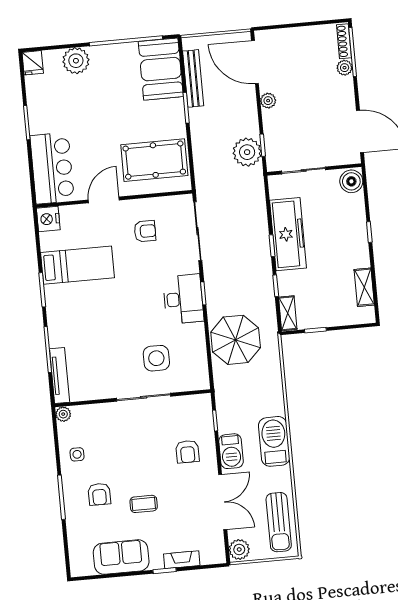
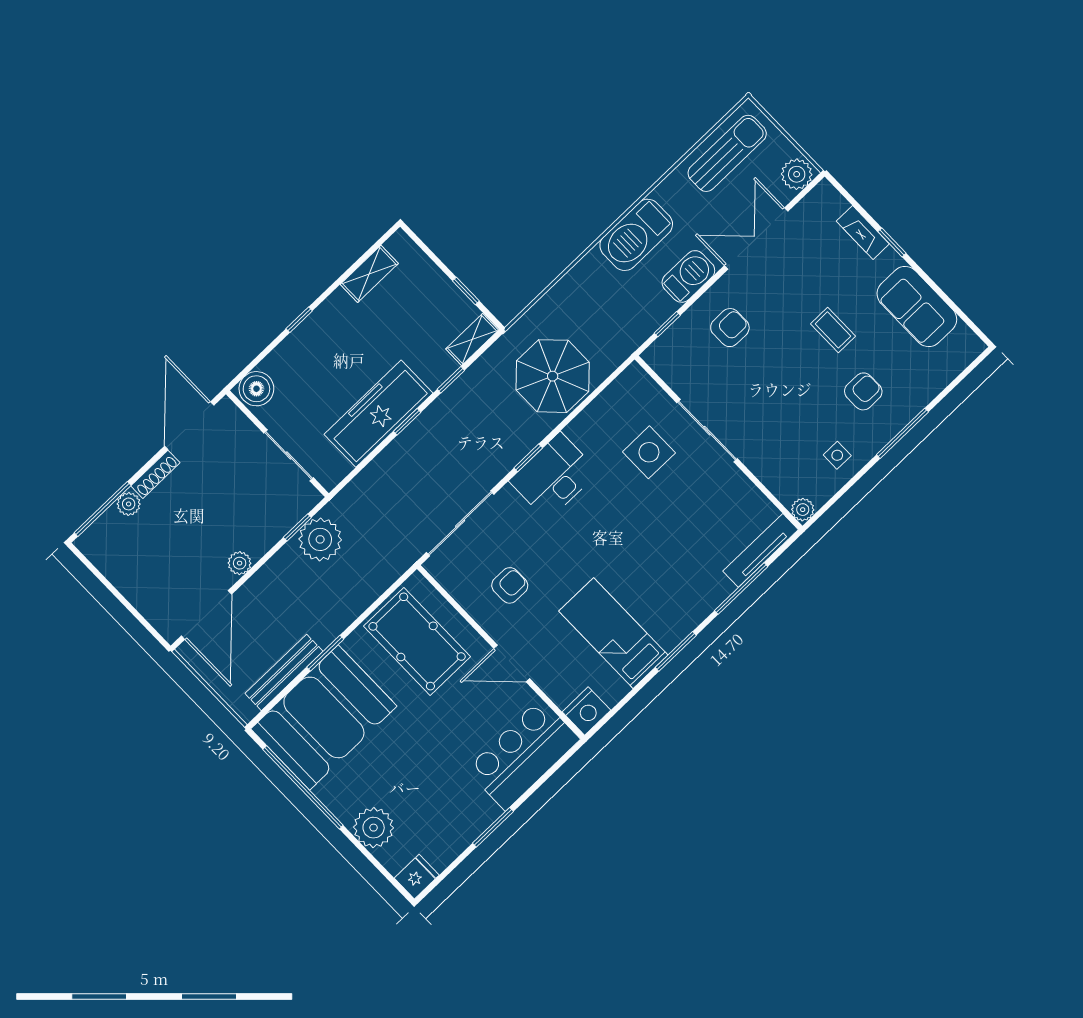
shoe rack: (344, 41) -> (155, 474), moved
booth: (161, 69) -> (324, 717), width x1.36, depth x1.42
armchair: (145, 231) -> (510, 585), turned 90

